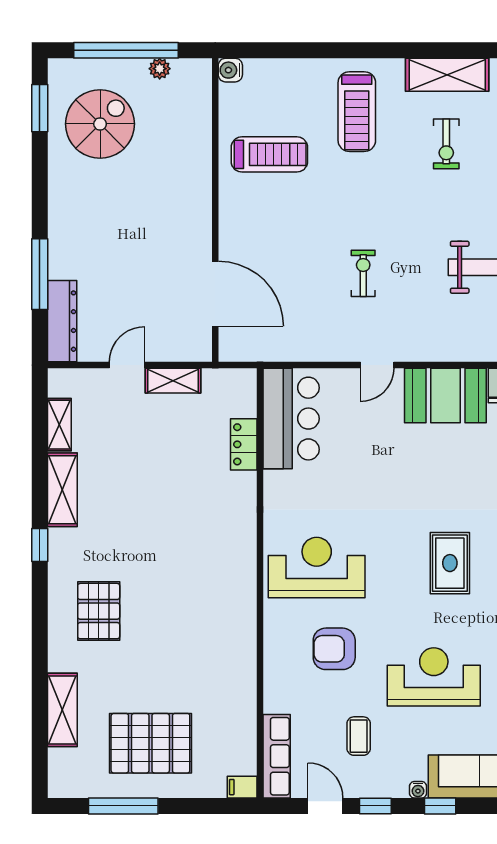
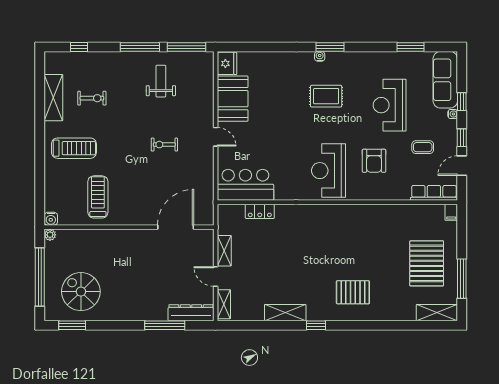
plant: (160, 69) -> (50, 235), moved
shelving: (59, 425) -> (224, 304), moved, turned 90
shelving: (62, 710) -> (437, 313), moved

